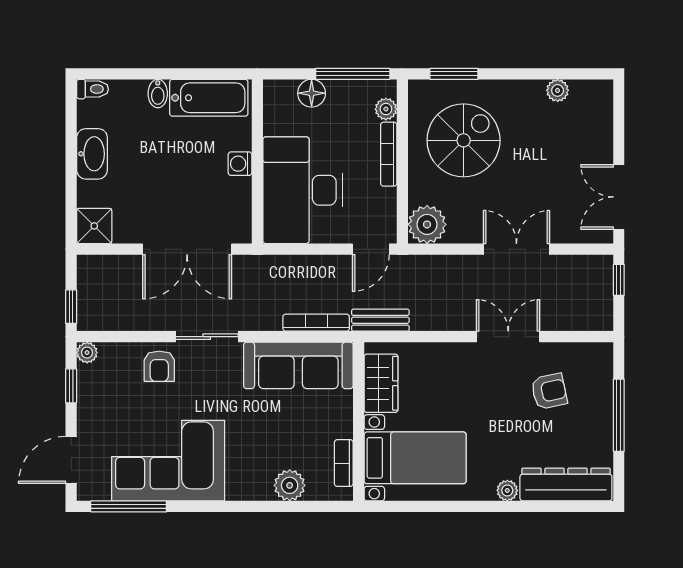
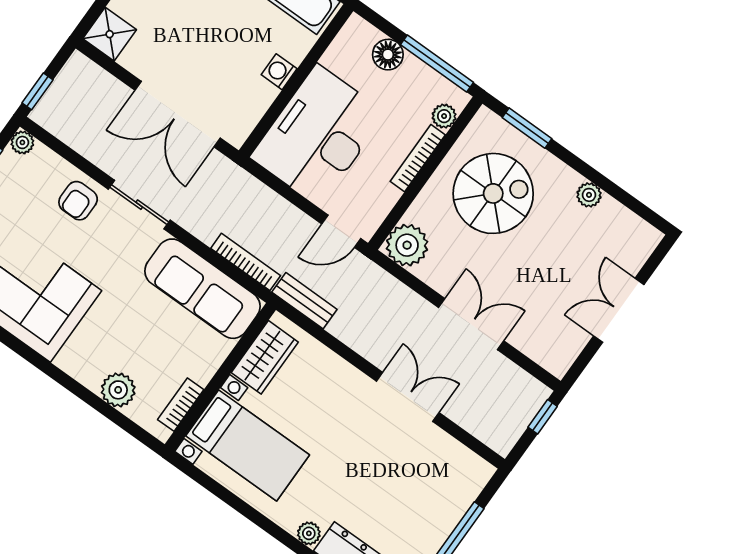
plant: (558, 90) -> (589, 195), moved
double door: (619, 197) -> (619, 310), moved
armchair: (549, 391) -> (409, 472), removed

